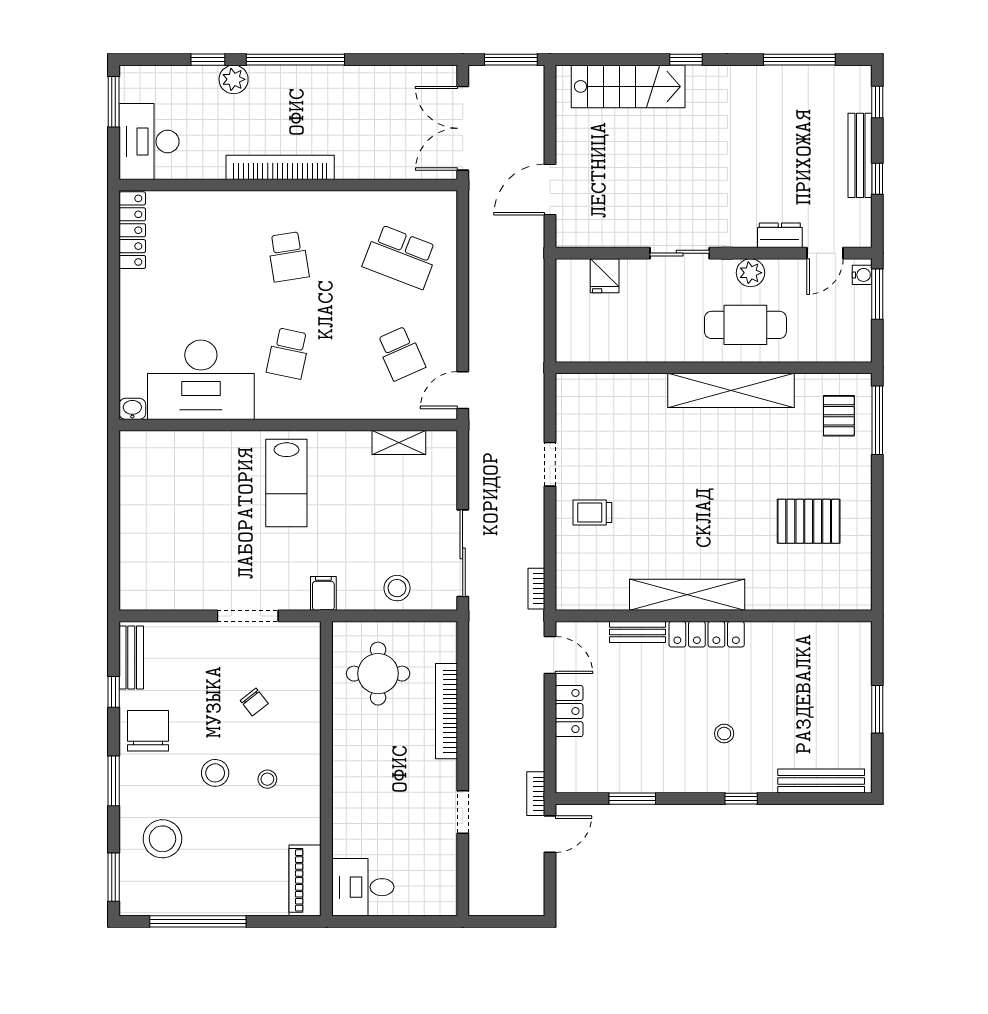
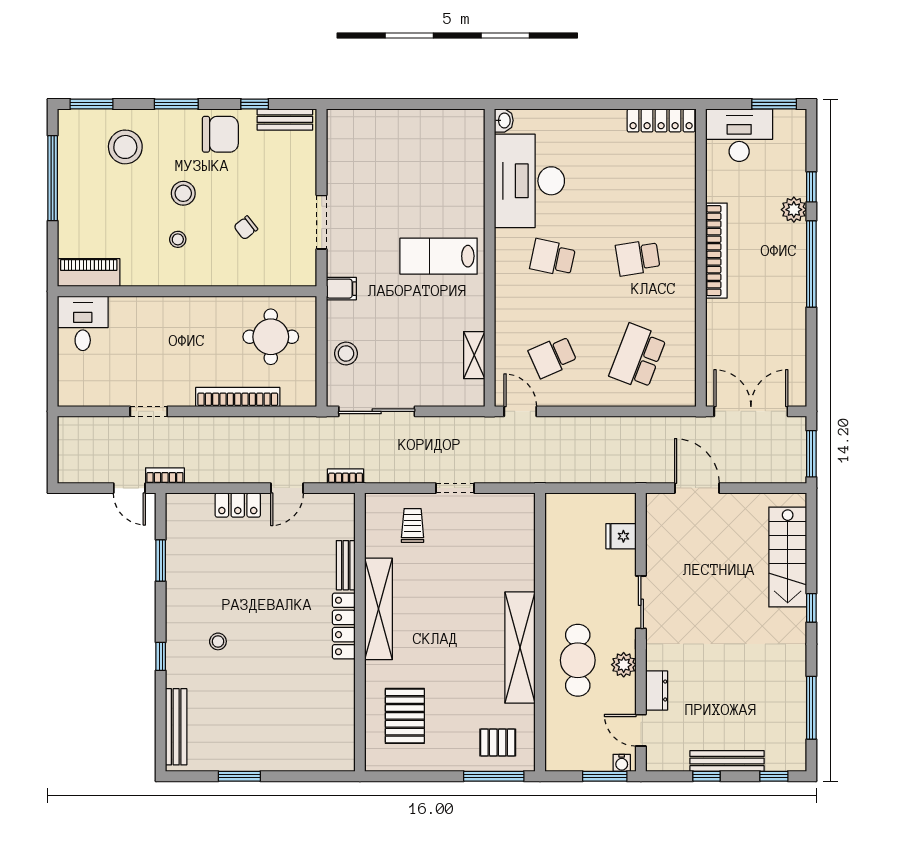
shelving: (687, 595) -> (379, 609), moved
wall: (714, 616) -> (360, 632), moved
bench: (637, 632) -> (346, 565), moved
locker: (707, 634) -> (344, 626), moved

